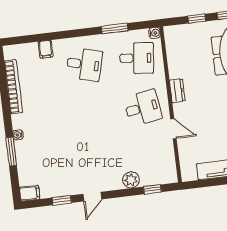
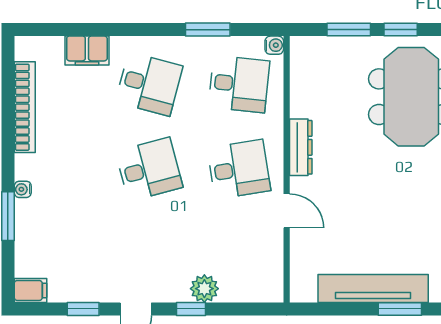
window: (197, 19) -> (349, 30), width x1.50
filing cabinet: (46, 49) -> (87, 51), width x2.00
dresser: (177, 91) -> (301, 147), width x1.44
desk: (90, 114) -> (149, 169), added
window: (152, 189) -> (191, 309), moved

